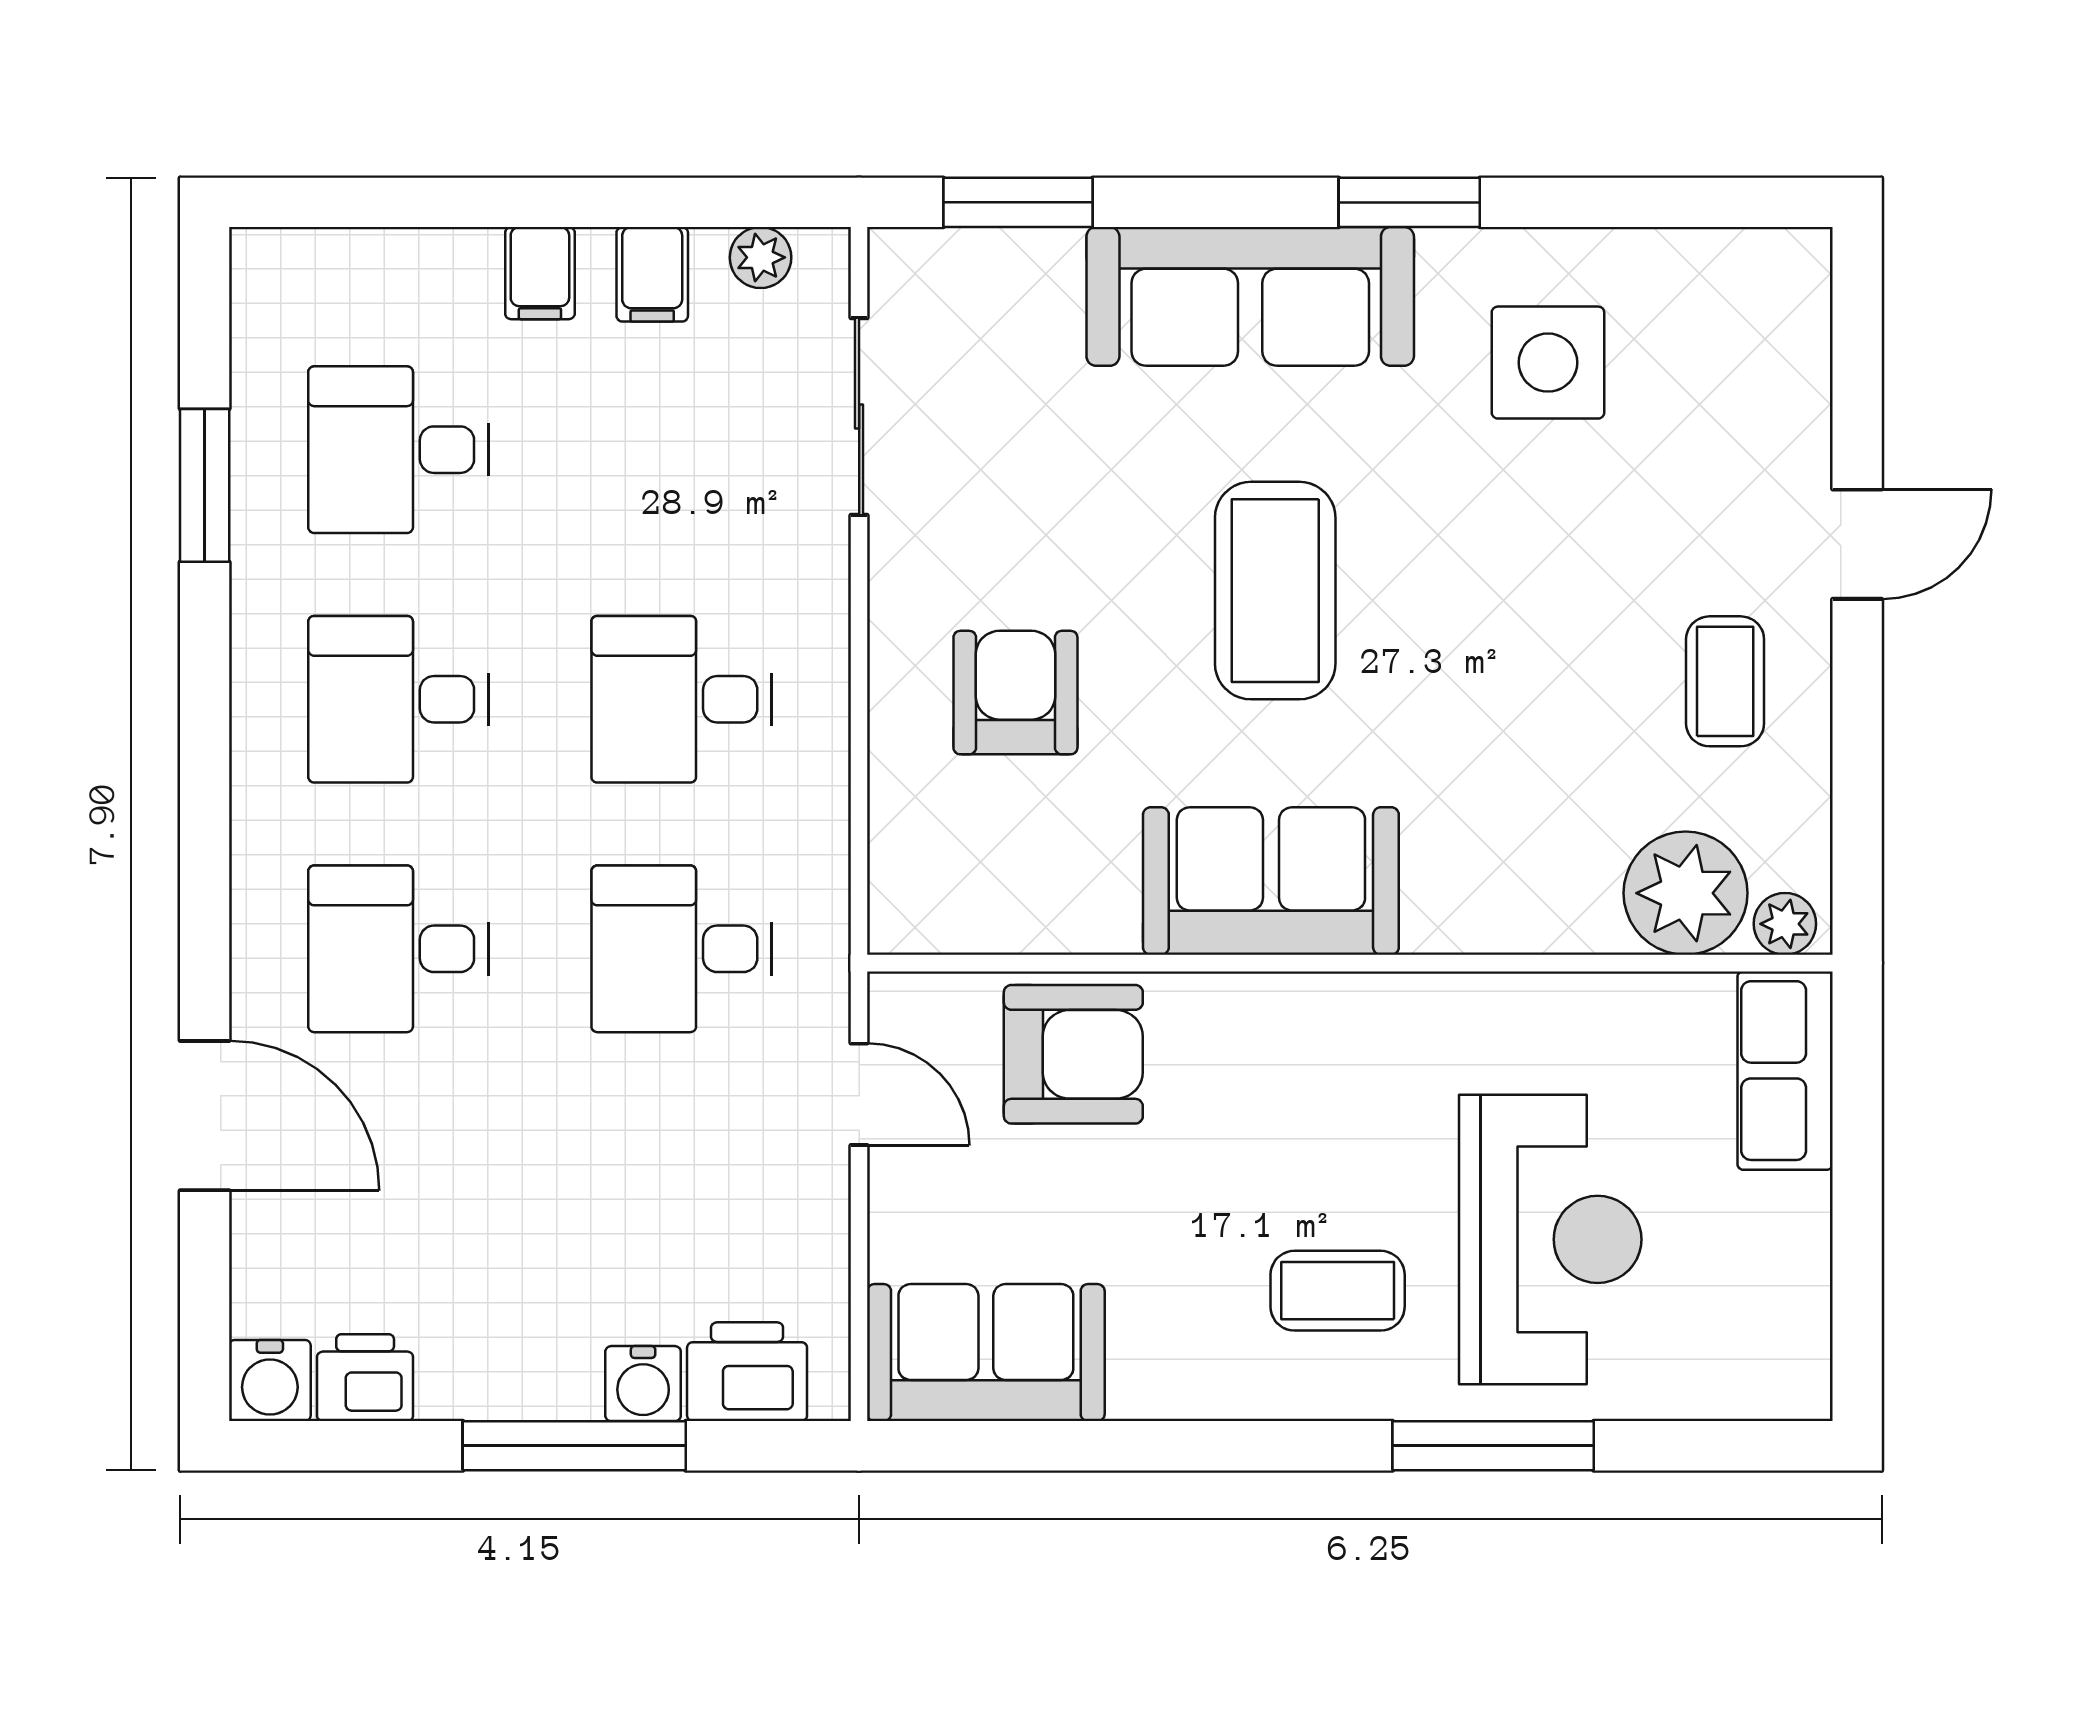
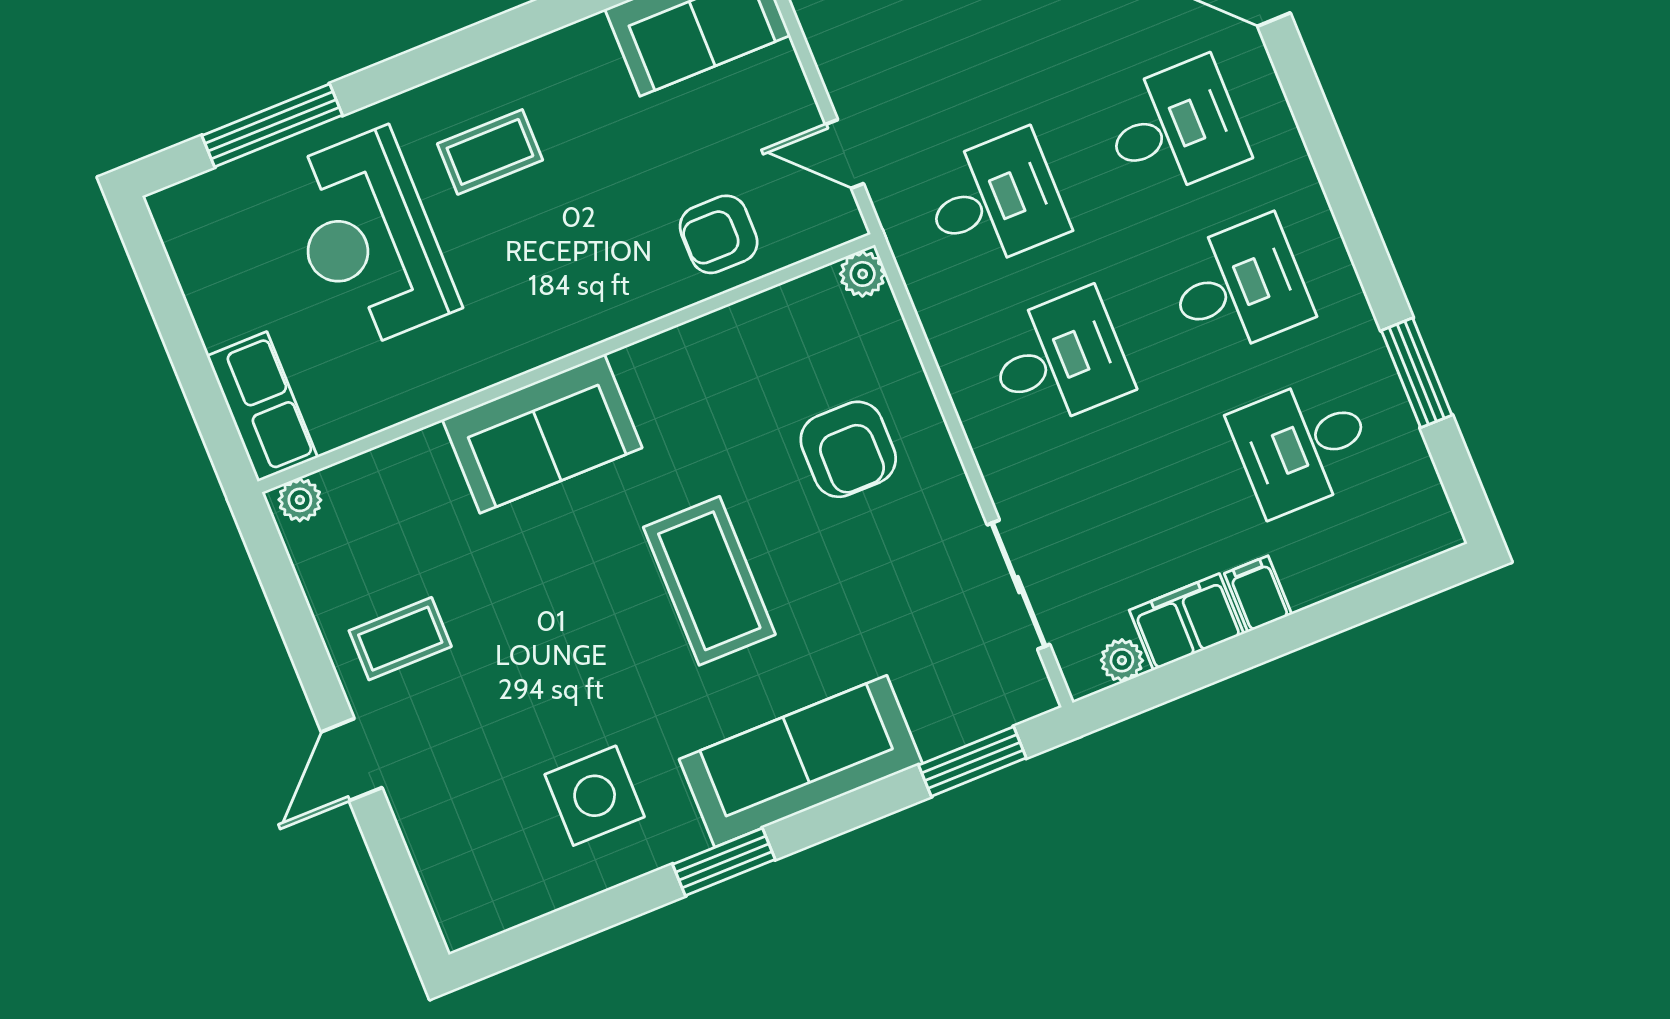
filing cabinet: (652, 274) -> (1186, 622), width x2.00
desk: (398, 450) -> (1303, 445), turned 180
coffee table: (1725, 681) -> (400, 639), turned 90
sofa: (1271, 881) -> (542, 434), moved
plant: (1686, 893) -> (863, 274), moved, width x0.53, depth x0.53
armchair: (1073, 1054) -> (719, 234), width x0.72, depth x0.72
window: (1493, 1446) -> (272, 125), moved

